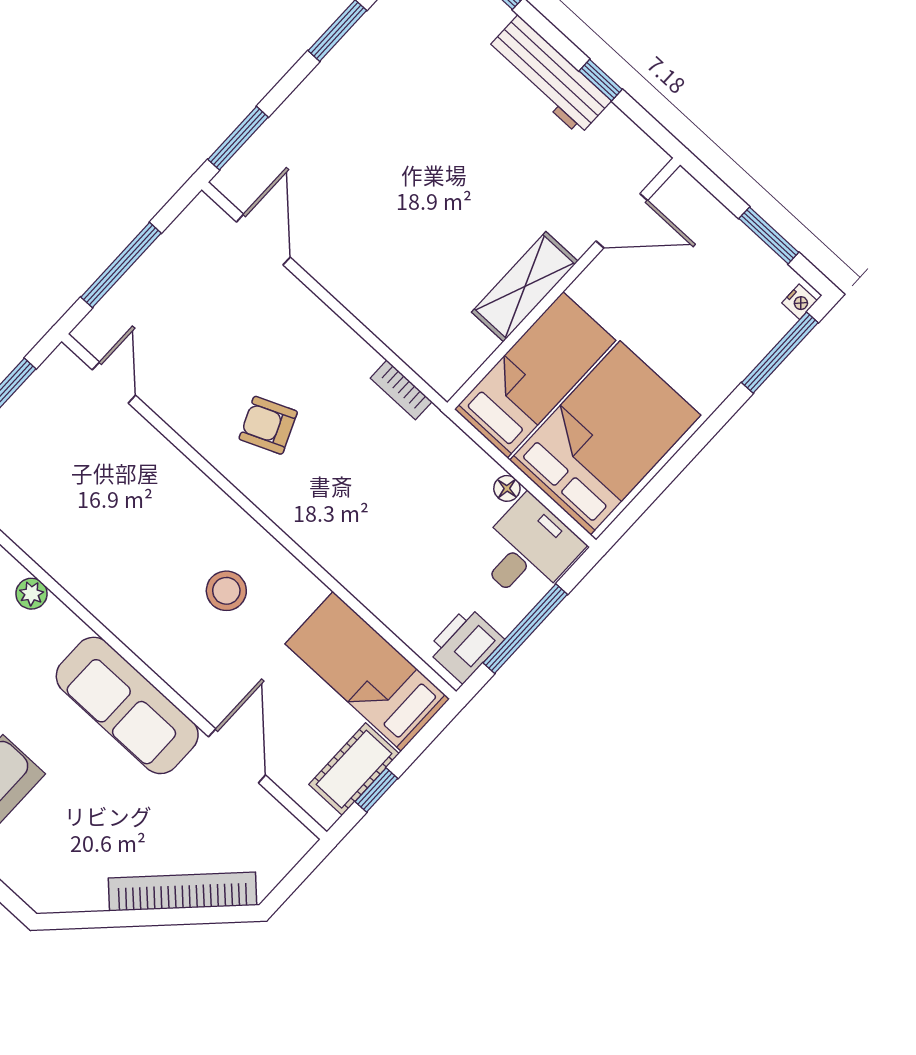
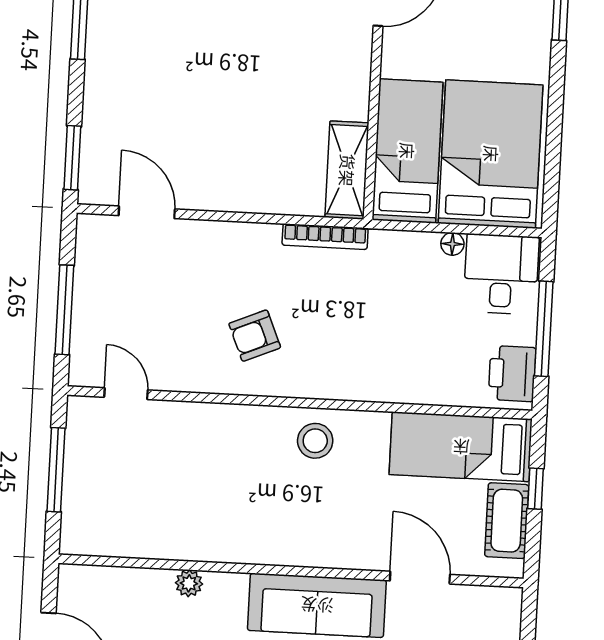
shelving: (525, 287) -> (347, 170), moved
bookcase: (401, 390) -> (325, 237), width x1.56
stool: (226, 591) -> (315, 441), moved
window: (376, 790) -> (535, 489), moved

